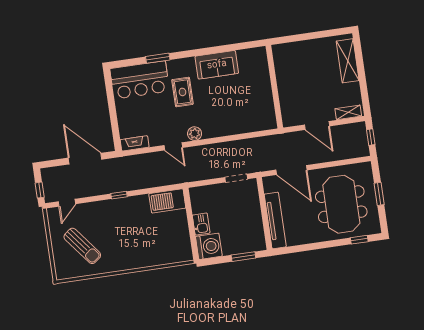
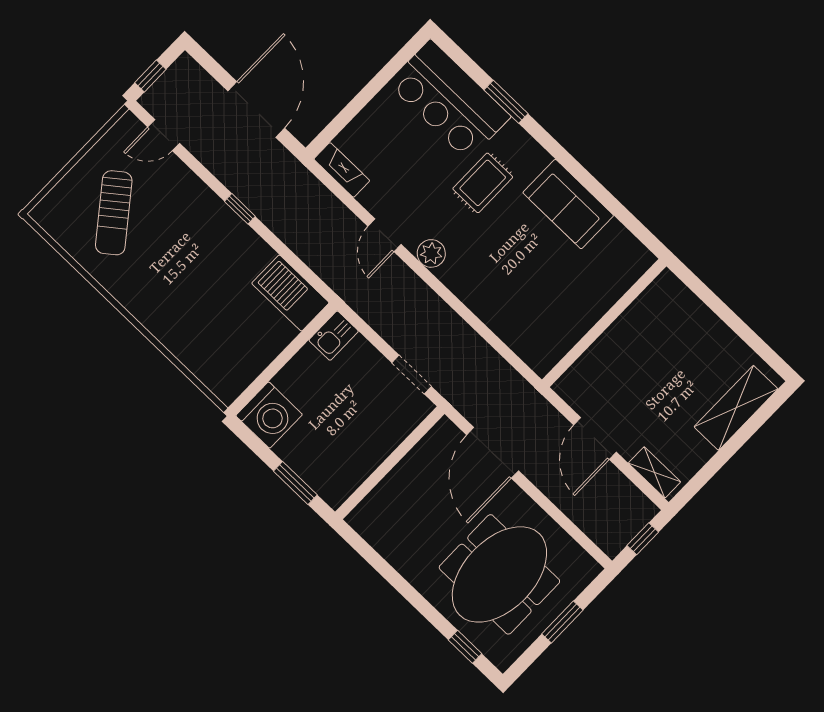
tv unit: (275, 220) -> (392, 489), removed
kitchen sink: (201, 224) -> (334, 336), moved

